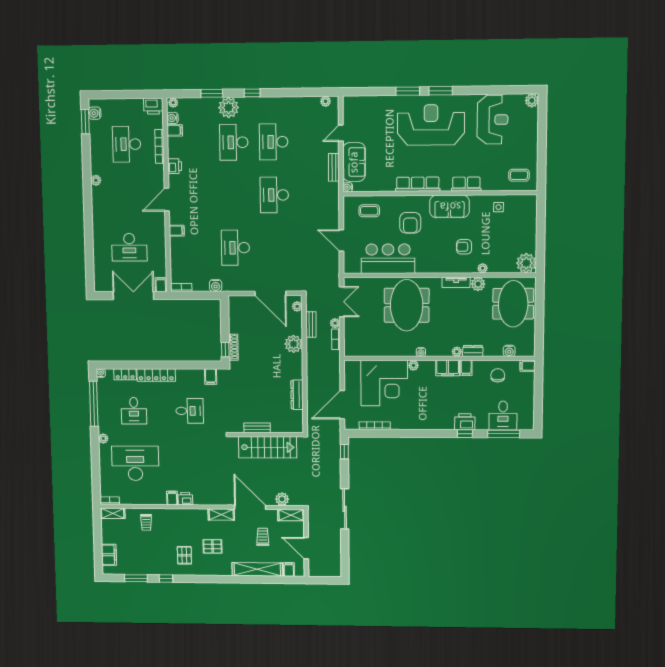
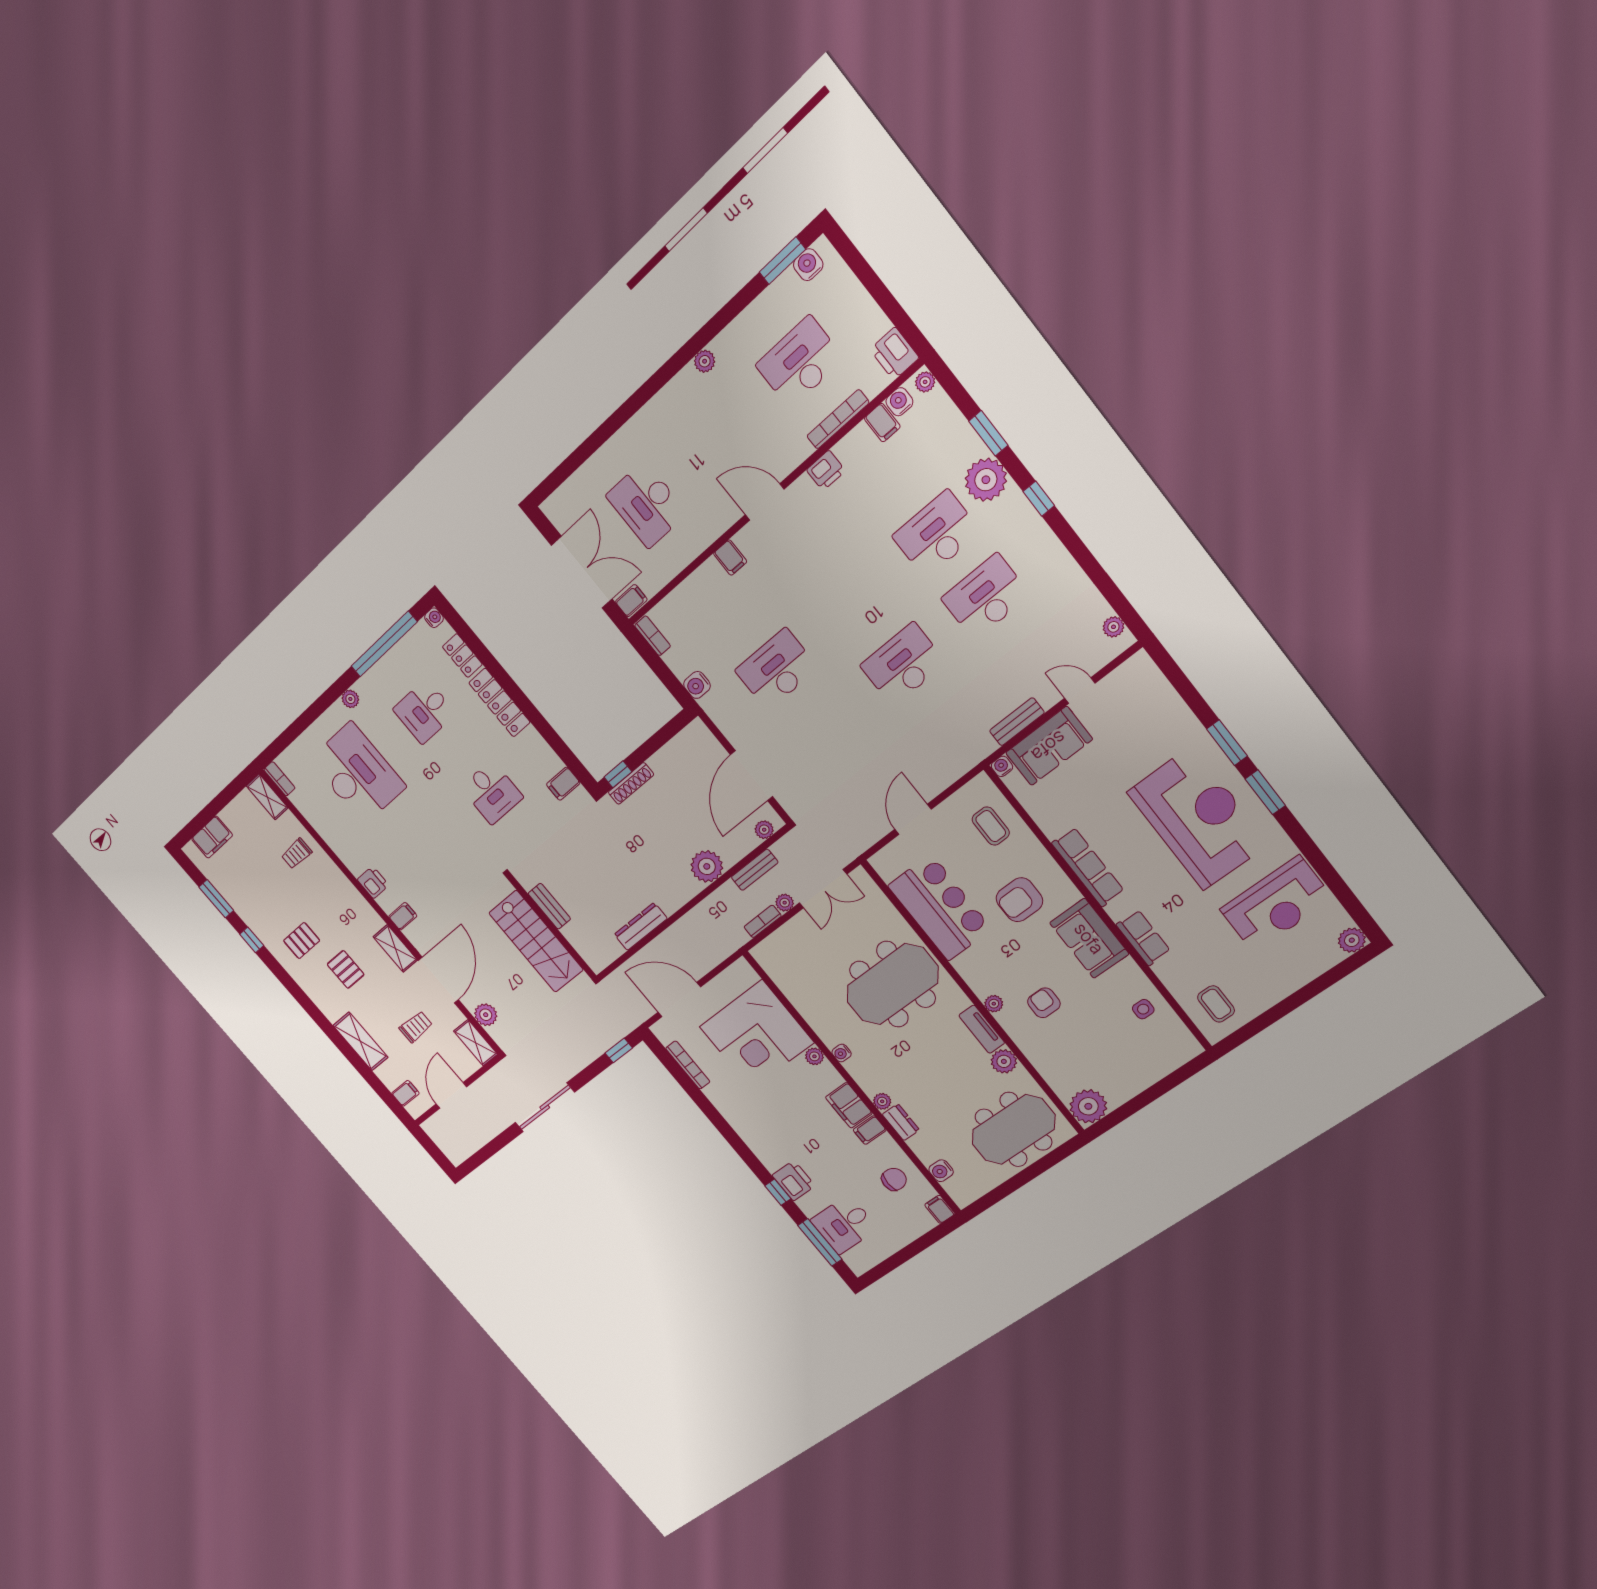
plant: (483, 268) -> (994, 1004), moved
filing cabinet: (172, 498) -> (403, 916), moved
shelving: (257, 569) -> (360, 1041), width x0.68

